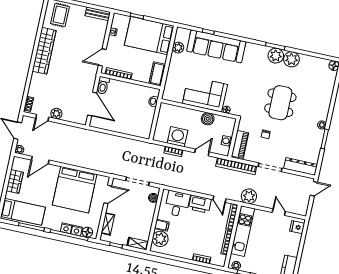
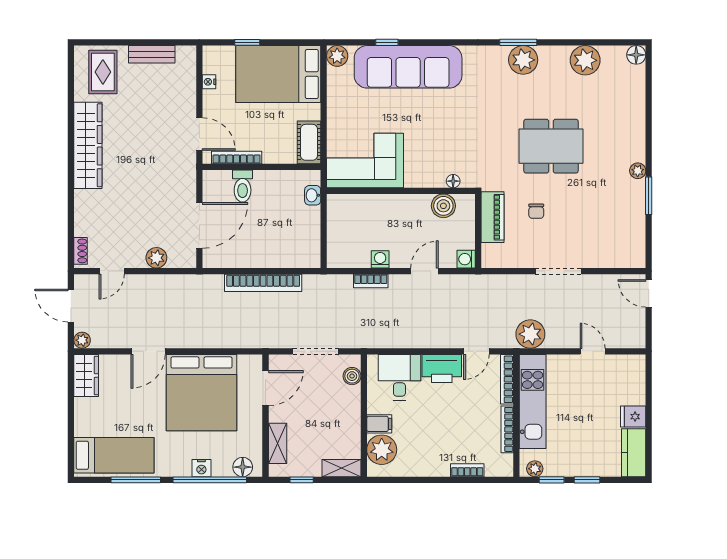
bench: (98, 14) -> (152, 54), moved
plant: (178, 48) -> (337, 56), moved
door: (102, 57) -> (199, 134), swing flipped
plant: (291, 59) -> (585, 60), moved
toilet: (103, 85) -> (243, 186), moved
corner sofa: (205, 94) -> (365, 161), moved
dining table: (280, 103) -> (551, 146), turned 90
door: (92, 104) -> (199, 225), hinge flipped
plant: (56, 114) -> (156, 258), moved
boiler: (208, 119) -> (443, 206), moved
washing machine: (177, 137) -> (380, 259), width x0.53, depth x0.53
washing machine: (227, 141) -> (466, 259), moved
piano: (240, 144) -> (493, 217), moved
door: (40, 160) -> (148, 351), moved
bookcase: (236, 166) -> (263, 283), moved
dresser: (301, 167) -> (615, 257), removed
wardrobe: (15, 181) -> (86, 376), moved
door: (314, 189) -> (649, 293), swing flipped
door: (219, 199) -> (476, 351), hinge flipped
fridge: (297, 227) -> (633, 417), moved
nightstand: (77, 230) -> (222, 468), removed

